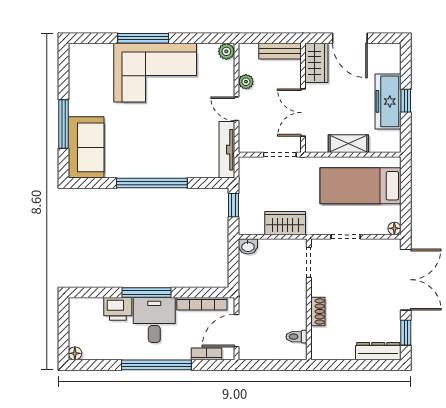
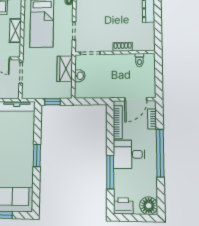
window: (152, 183) -> (37, 155), width x0.47
washbasin: (248, 246) -> (80, 76), moved
window: (147, 293) -> (110, 172), moved
printer: (118, 309) -> (123, 206), moved, turned -90
door: (237, 331) -> (136, 99), hinge flipped
floor lamp: (75, 353) -> (149, 206), width x1.89, depth x1.89

